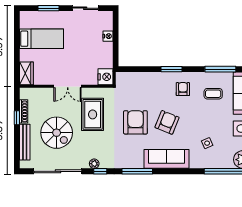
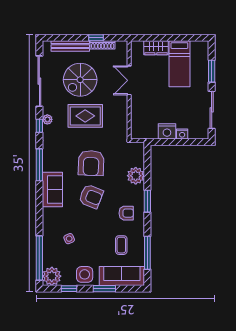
sliding door: (85, 8) -> (212, 110), width x1.37
wardrobe: (26, 73) -> (156, 48), moved
nightstand: (105, 77) -> (167, 131), moved
plant: (148, 80) -> (136, 176), added
double door: (68, 86) -> (129, 80), moved
rug: (93, 114) -> (85, 116), moved
armchair: (135, 122) -> (91, 163), turned 92
sofa: (166, 159) -> (52, 189), width x0.73

